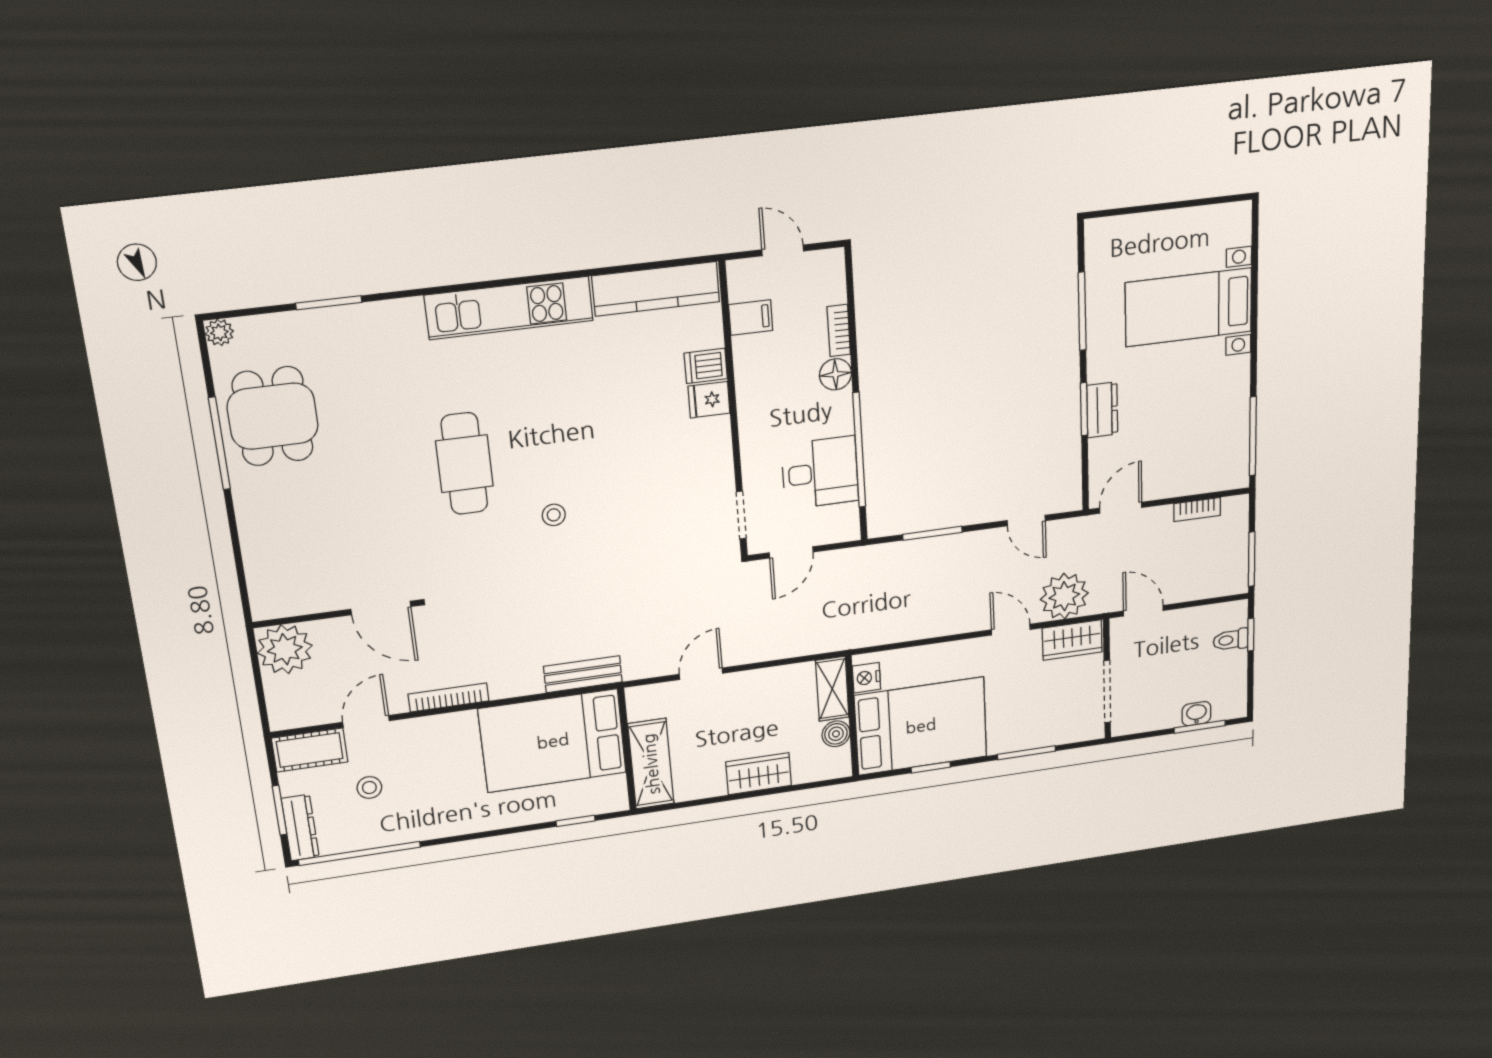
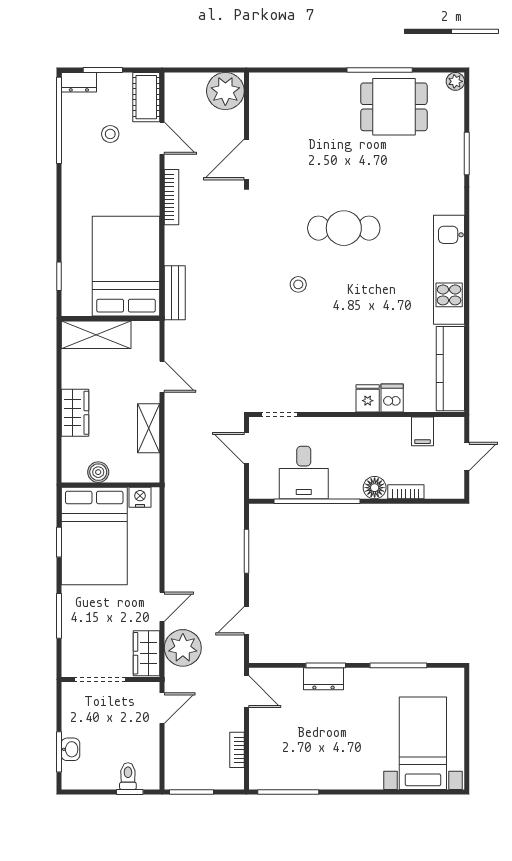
bed with nightstands: (1189, 307) -> (423, 743), moved
shelving: (832, 689) -> (149, 428), moved, turned 90
dresser: (300, 828) -> (79, 82), width x0.70

